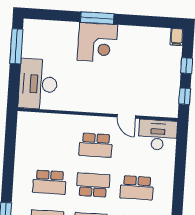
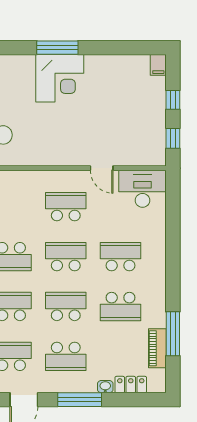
school desk: (96, 145) -> (66, 207), turned 180
school desk: (137, 188) -> (121, 257), turned 180

